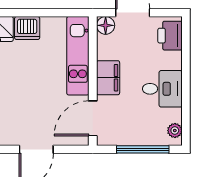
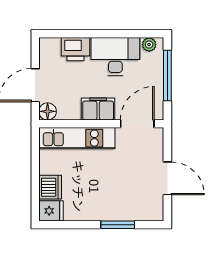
printer: (170, 36) -> (76, 49), moved
desk: (162, 89) -> (115, 57), width x1.37
door: (93, 118) -> (137, 124), swing flipped

